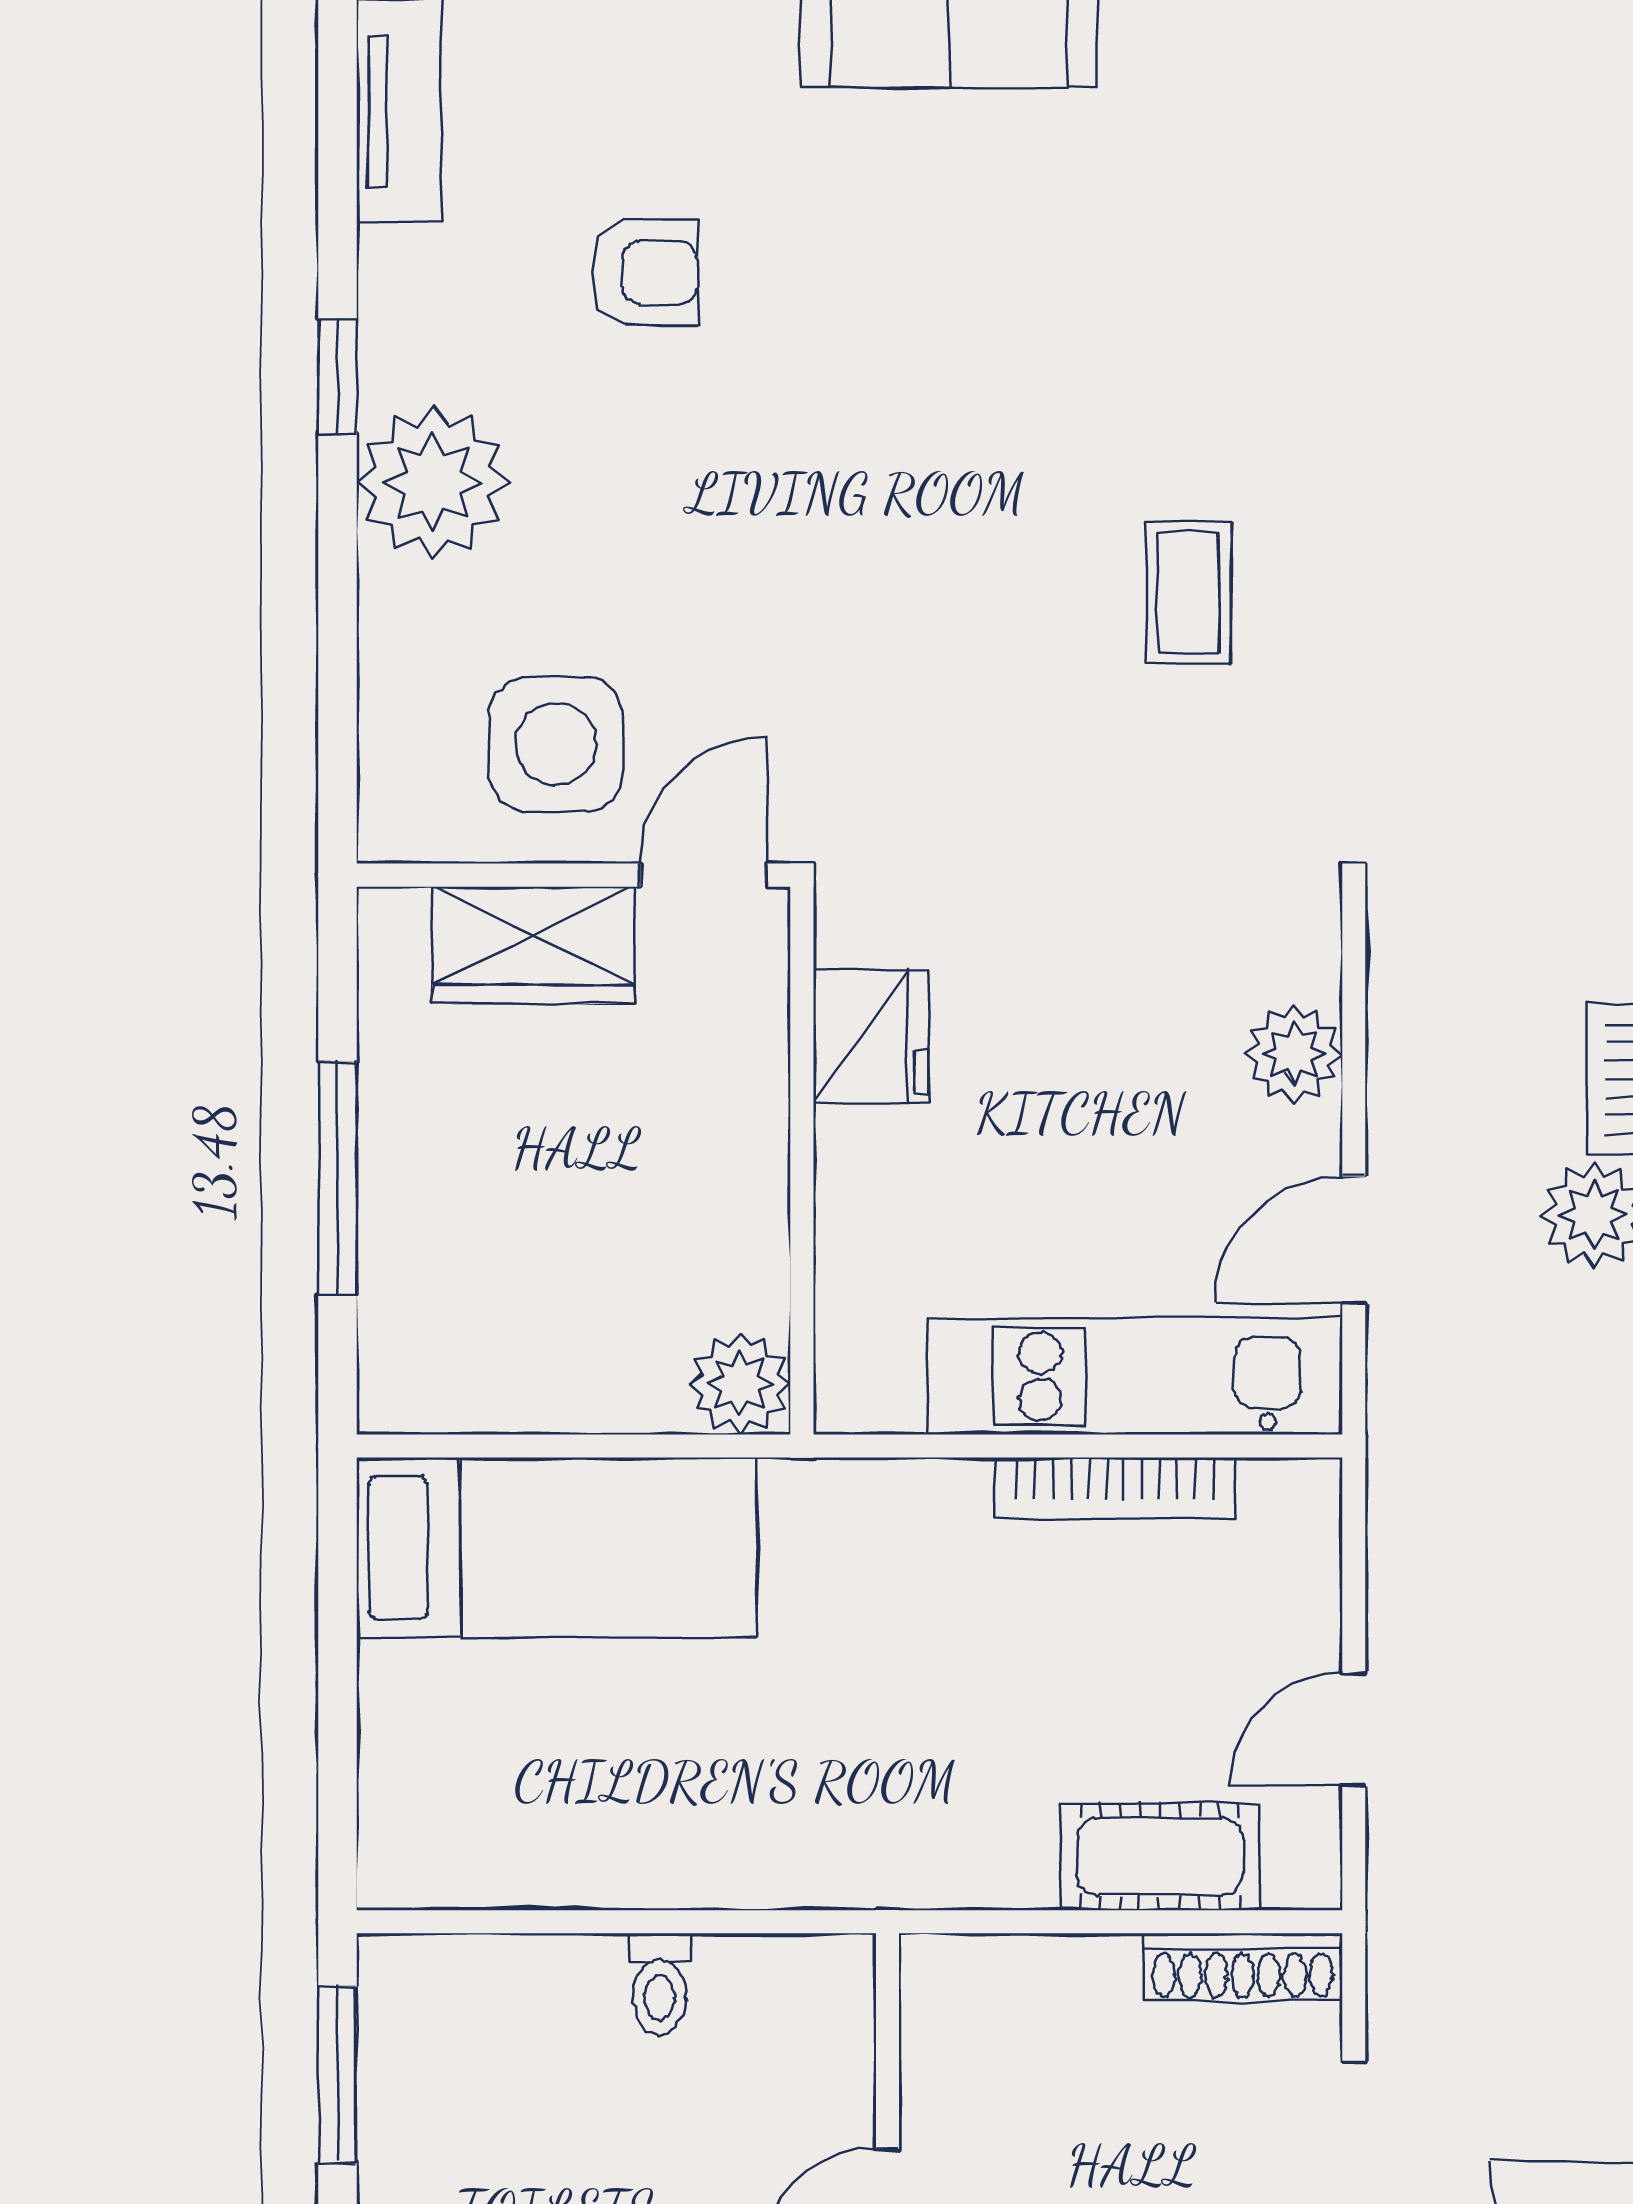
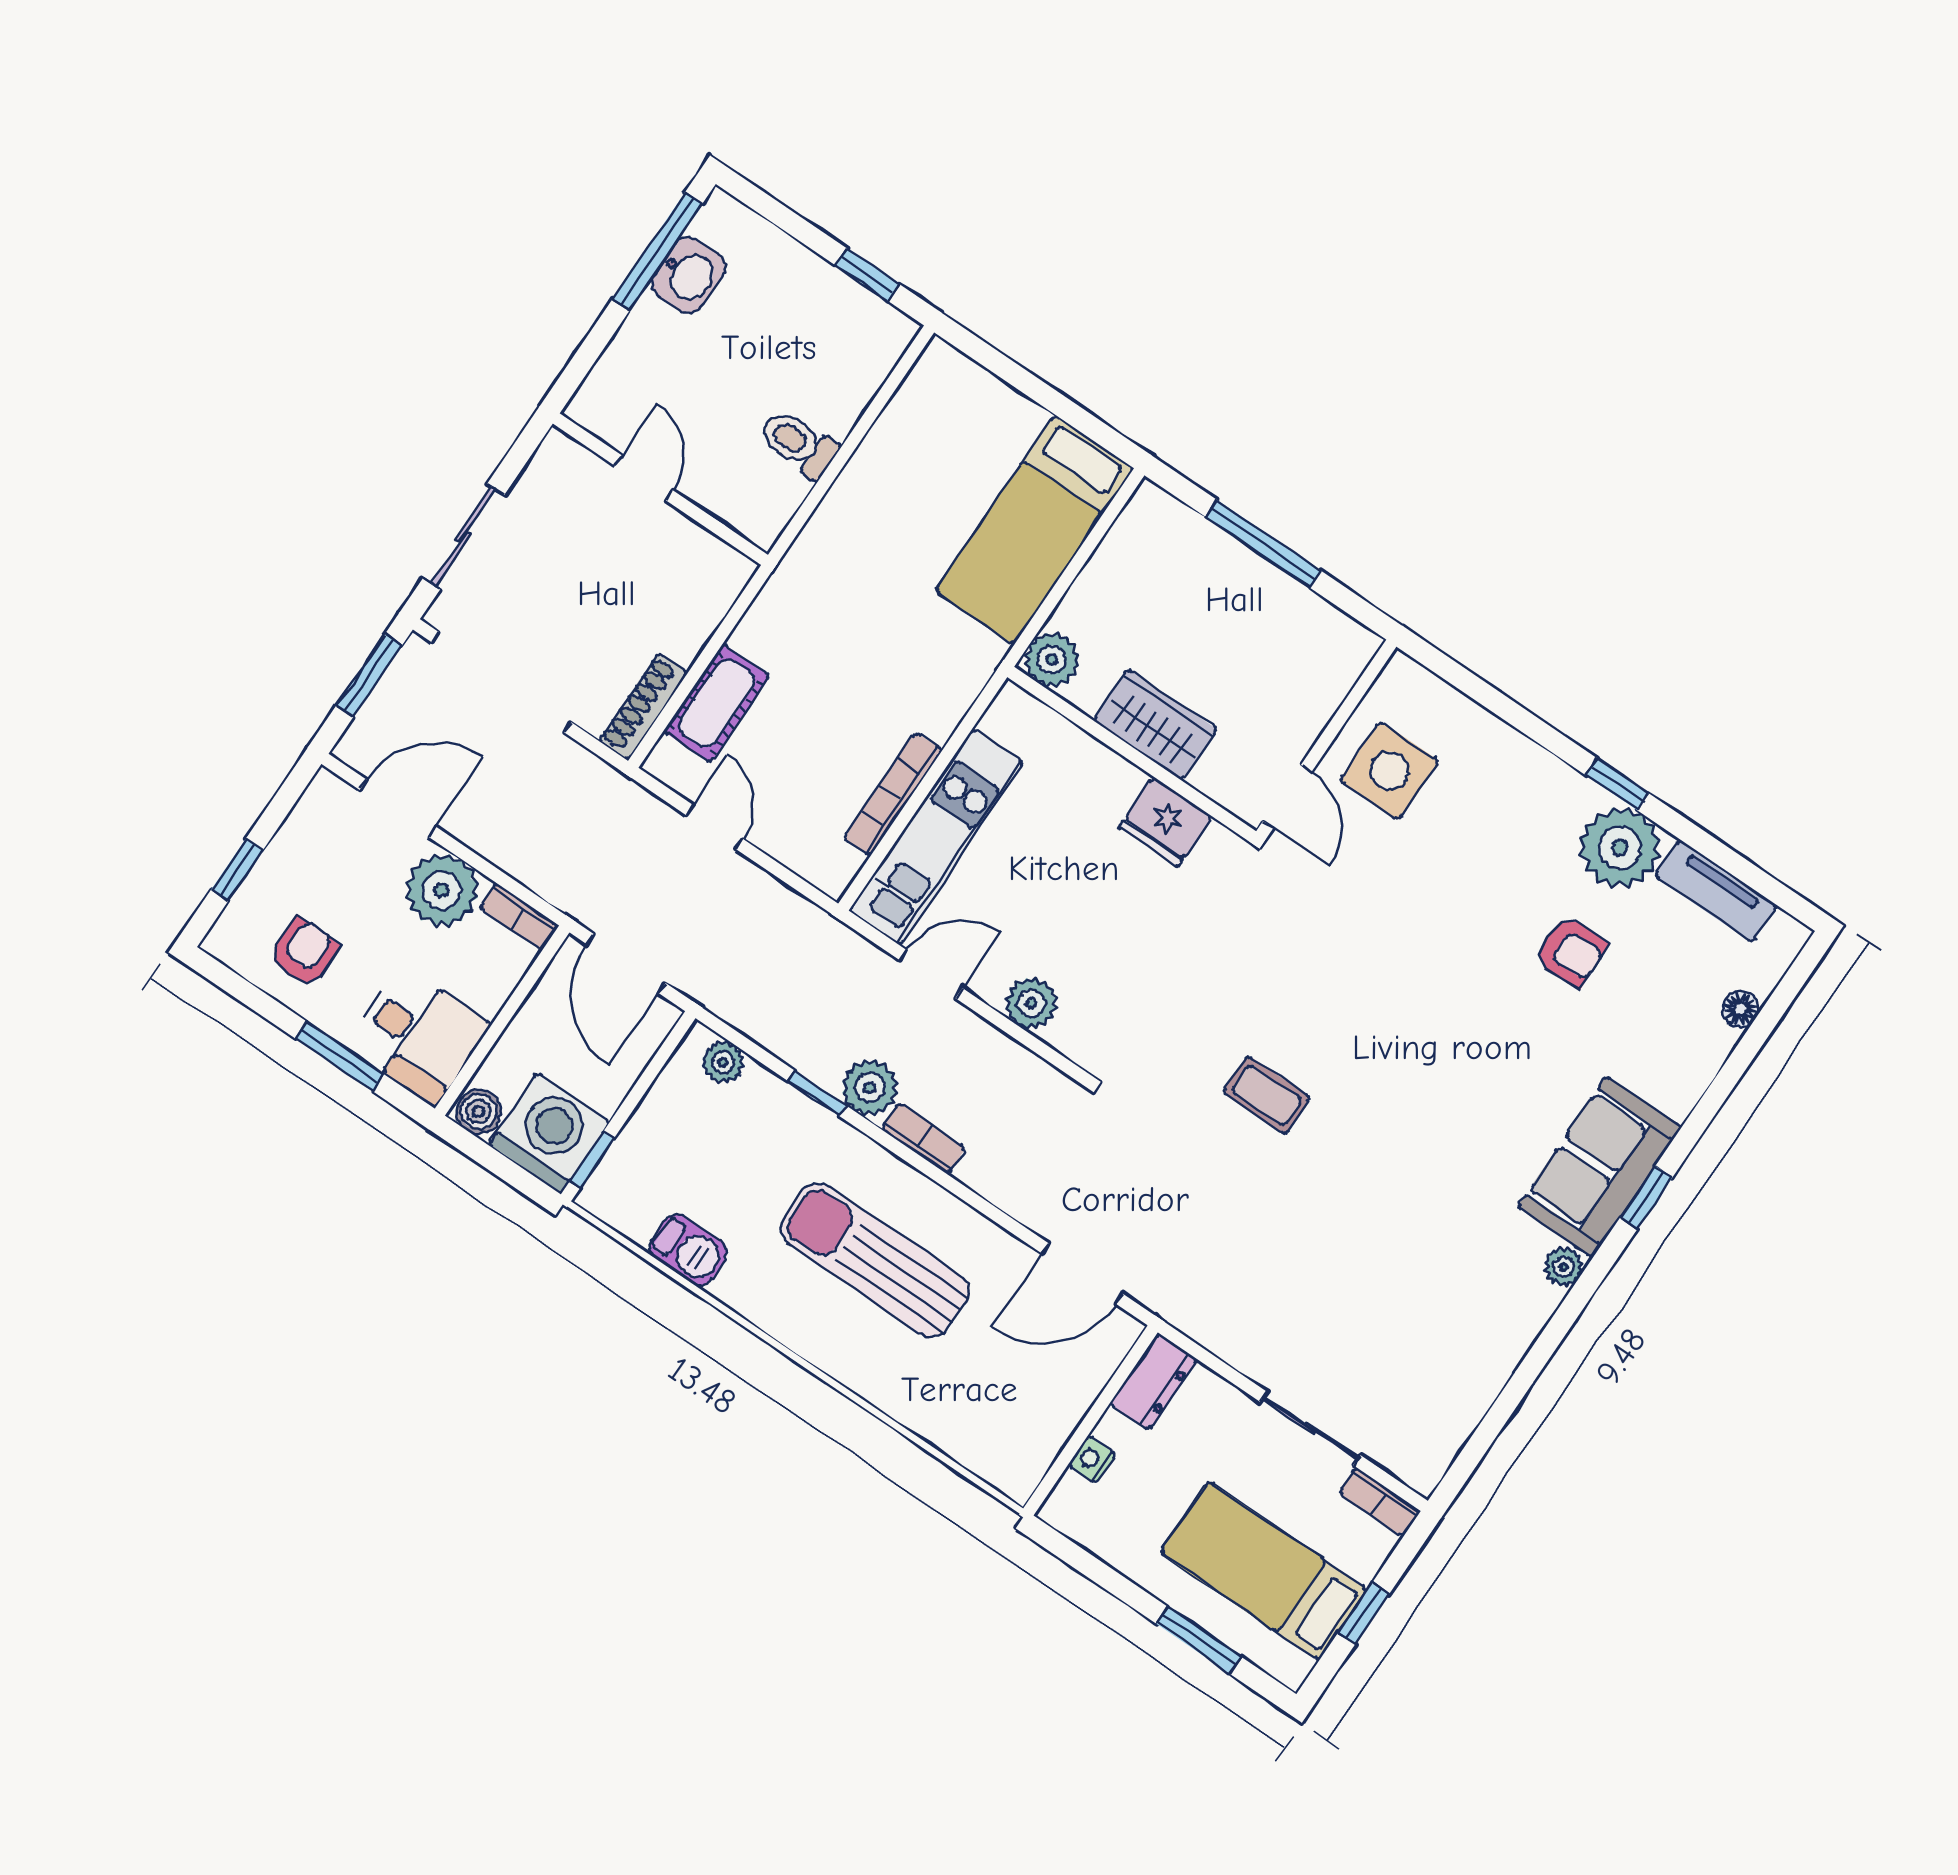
armchair: (645, 273) -> (1571, 951), turned -92
plant: (433, 483) -> (1620, 848), moved
wardrobe: (533, 945) -> (1155, 725), moved, turned 90
door: (1354, 1240) -> (931, 974), hinge flipped
toilet: (660, 1984) -> (799, 443), width x1.37, depth x1.39
window: (338, 2075) -> (867, 275), width x0.67

